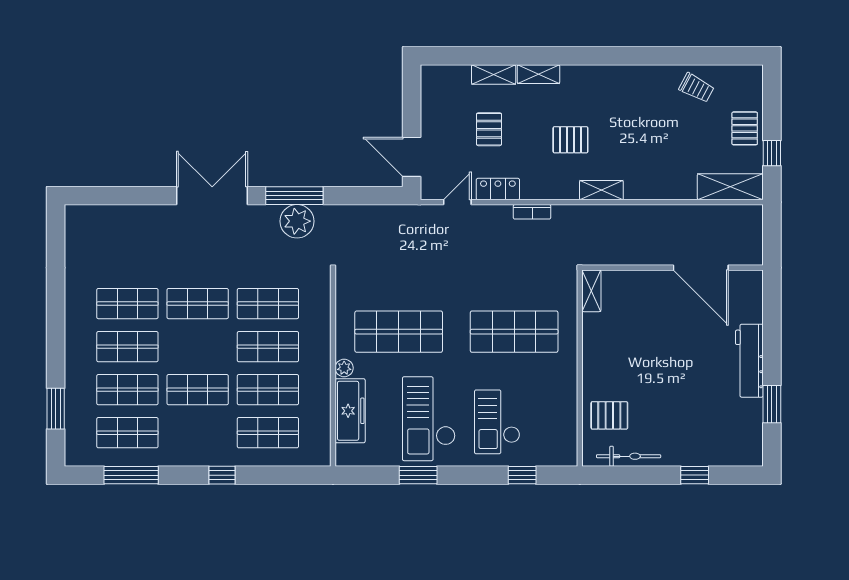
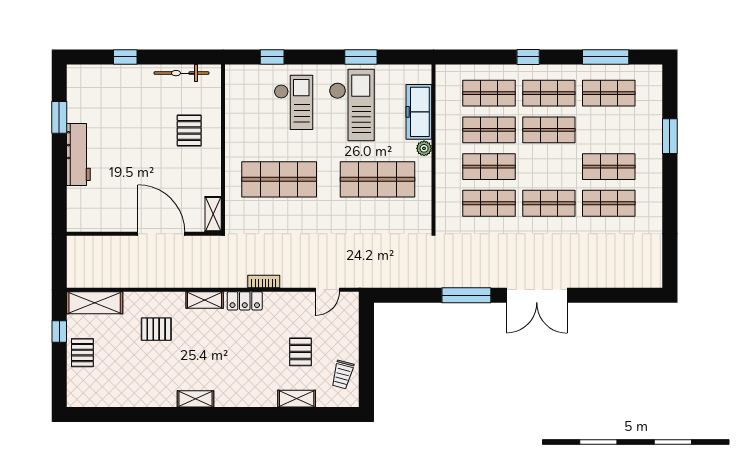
shelving: (539, 74) -> (196, 399), moved
trolley: (696, 88) -> (343, 375), moved, turned -103
pallet: (570, 140) -> (156, 329), moved
door: (412, 157) -> (366, 328), removed
locker: (498, 189) -> (245, 301), moved
plant: (297, 221) -> (464, 273), removed
door: (701, 268) -> (161, 234), moved
shop shelf: (127, 390) -> (549, 93), moved
window: (56, 409) -> (670, 136), moved
pallet: (609, 415) -> (189, 130), moved, turned 90

